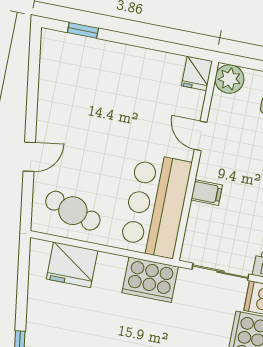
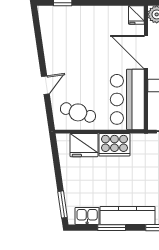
door: (201, 136) -> (146, 52), width x1.87
cooker: (150, 280) -> (114, 145), moved

